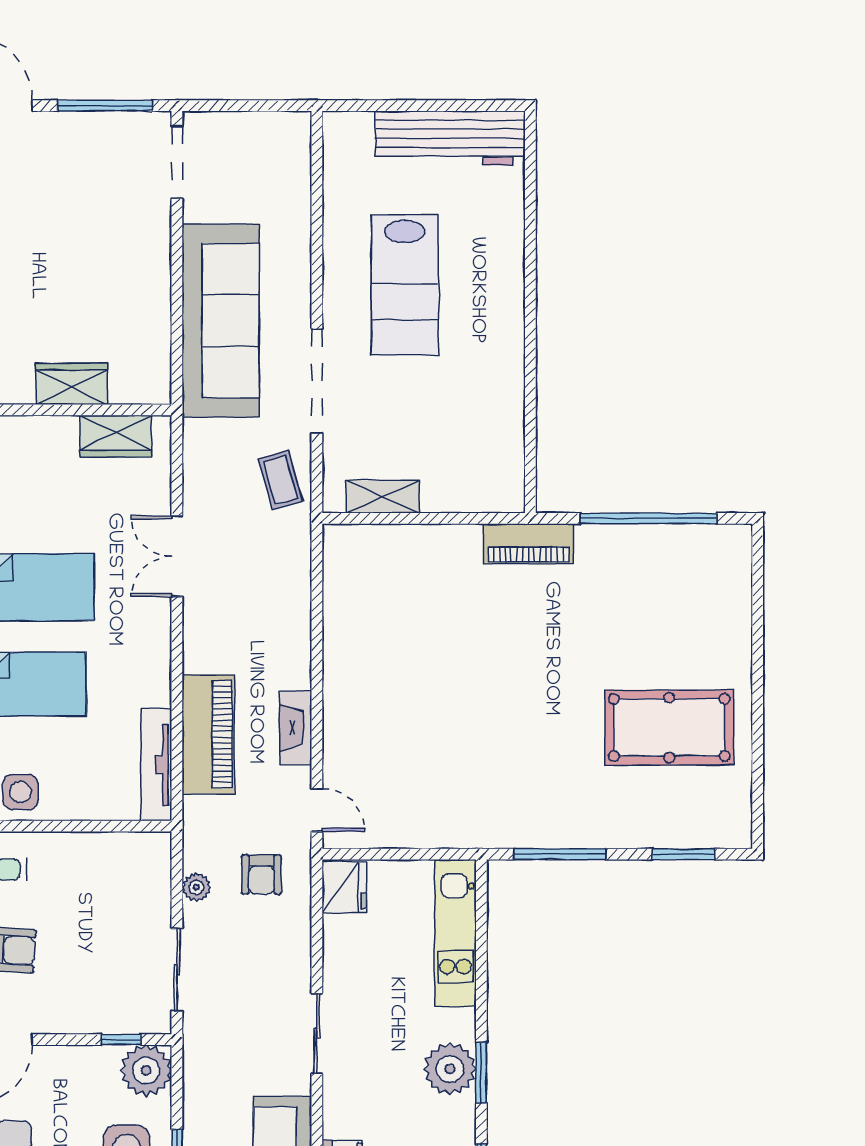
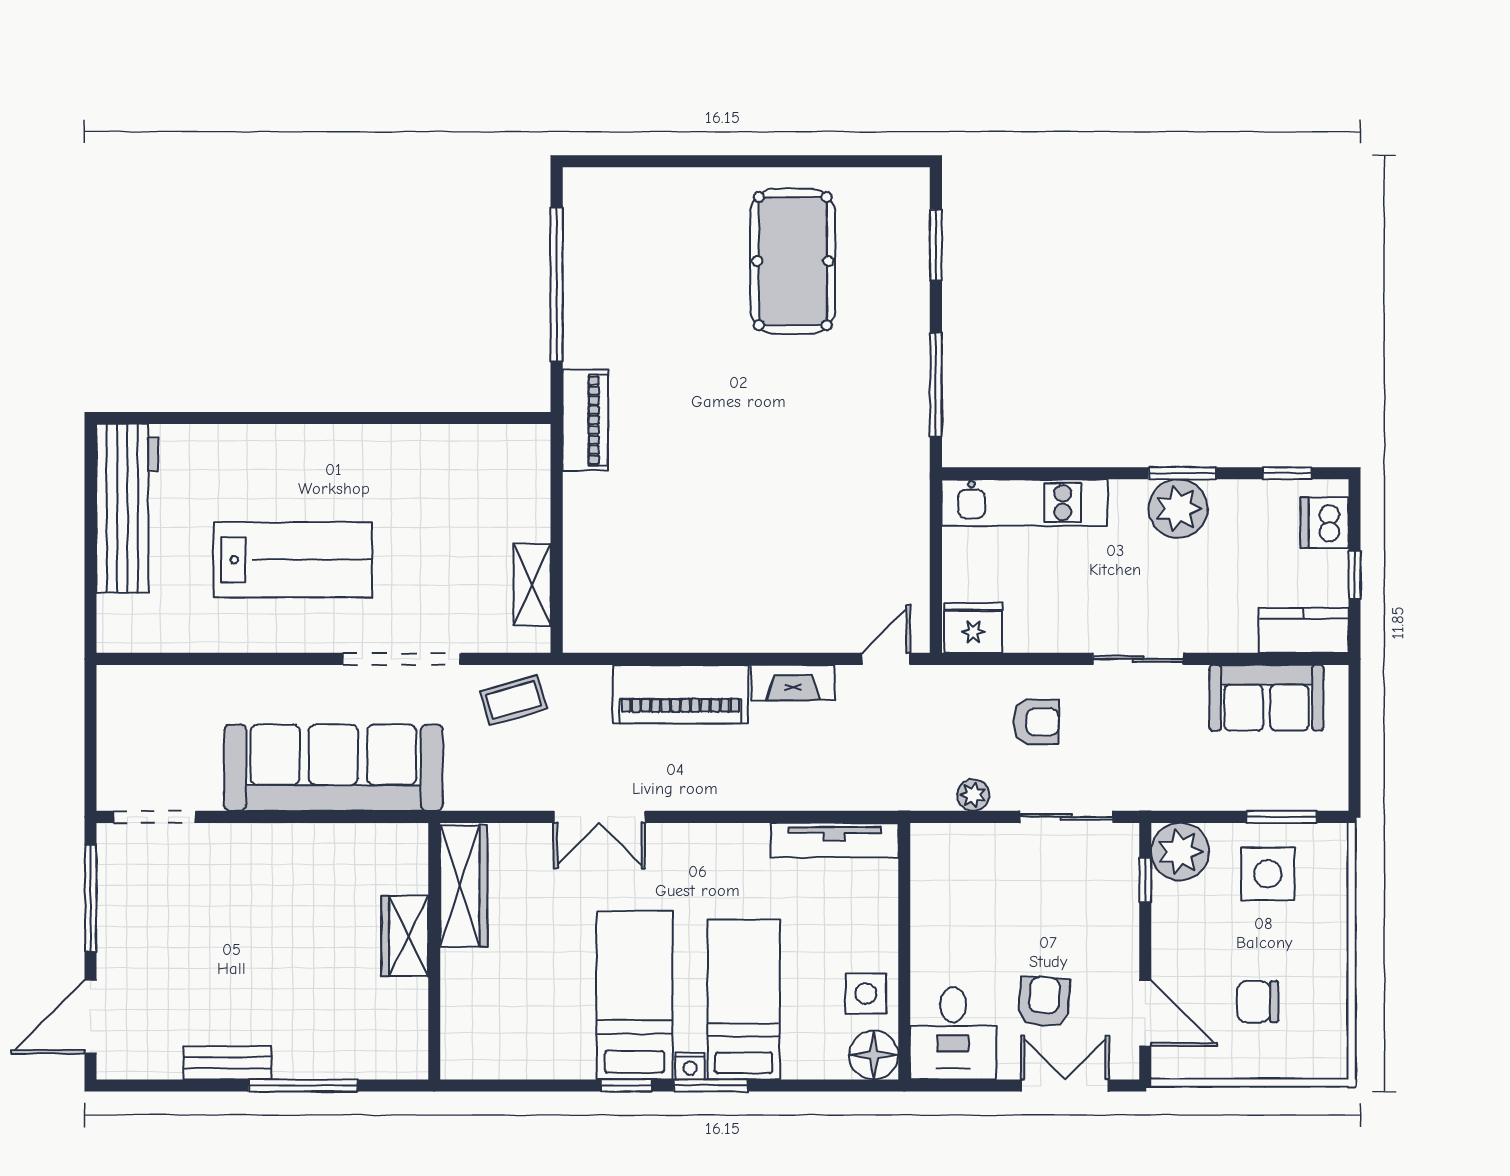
wardrobe: (116, 436) -> (464, 886), width x1.50
piano: (208, 734) -> (680, 694), moved, turned 180
armchair: (261, 874) -> (1036, 722), moved

